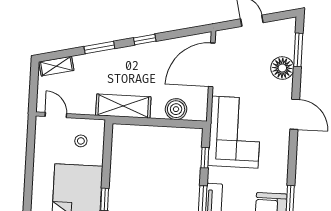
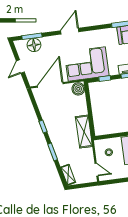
door: (212, 65) -> (50, 85), swing flipped
floor lamp: (282, 68) -> (34, 45), moved
boiler: (176, 109) -> (78, 89), moved
door: (56, 115) -> (97, 170), swing flipped

